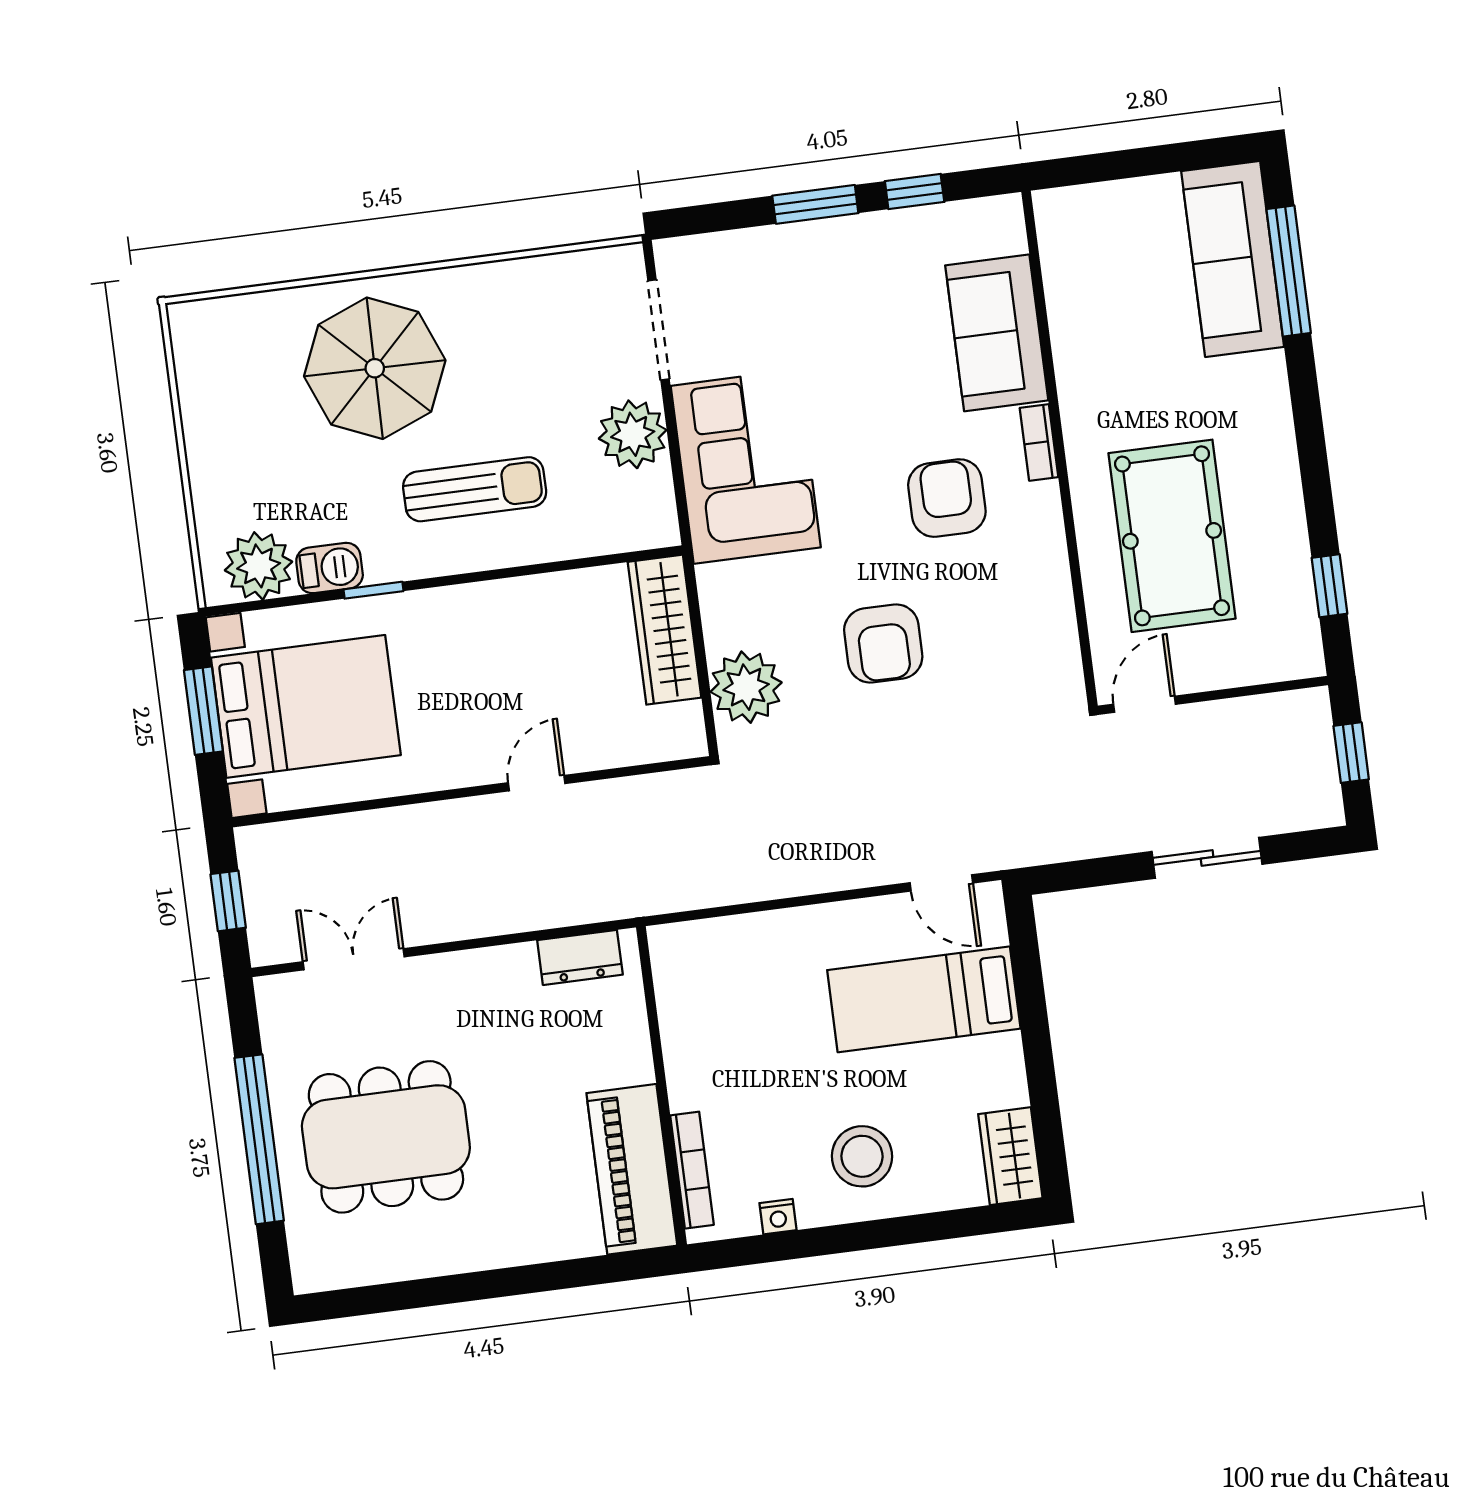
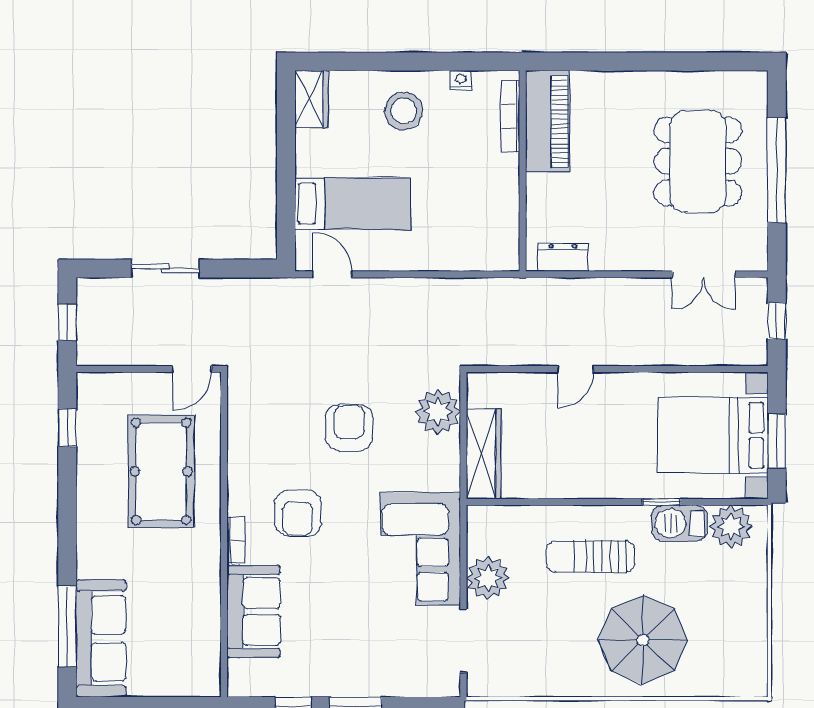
barbecue: (330, 568) -> (679, 523), width x1.38, depth x1.27
dining table: (386, 1137) -> (698, 161), turned 90

